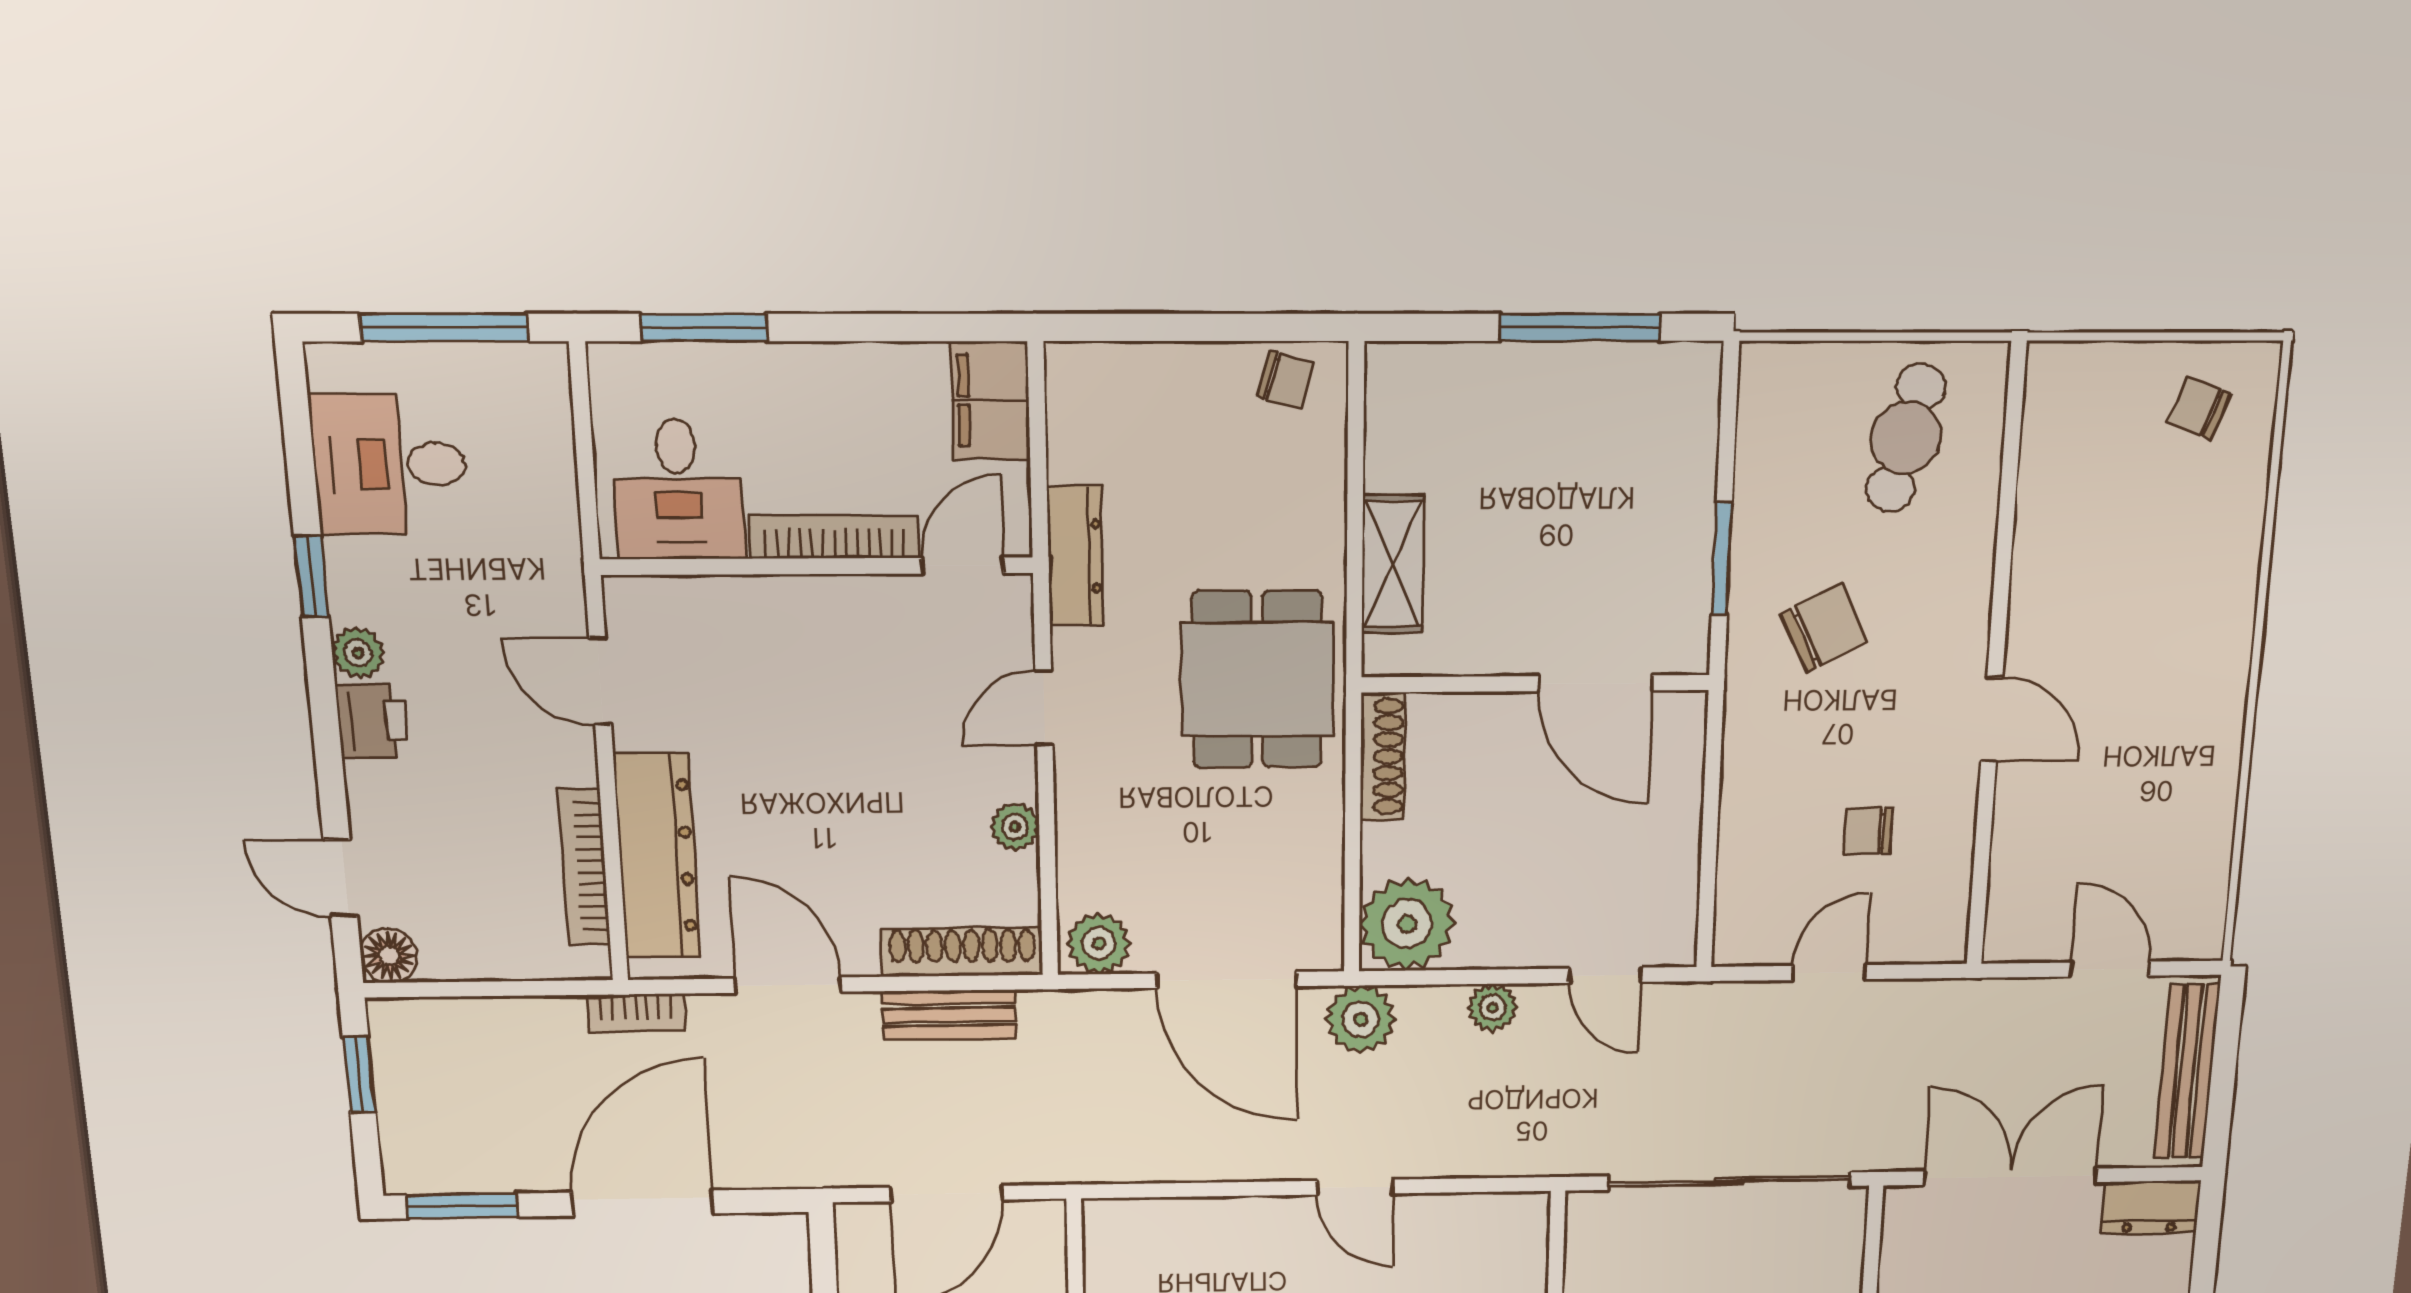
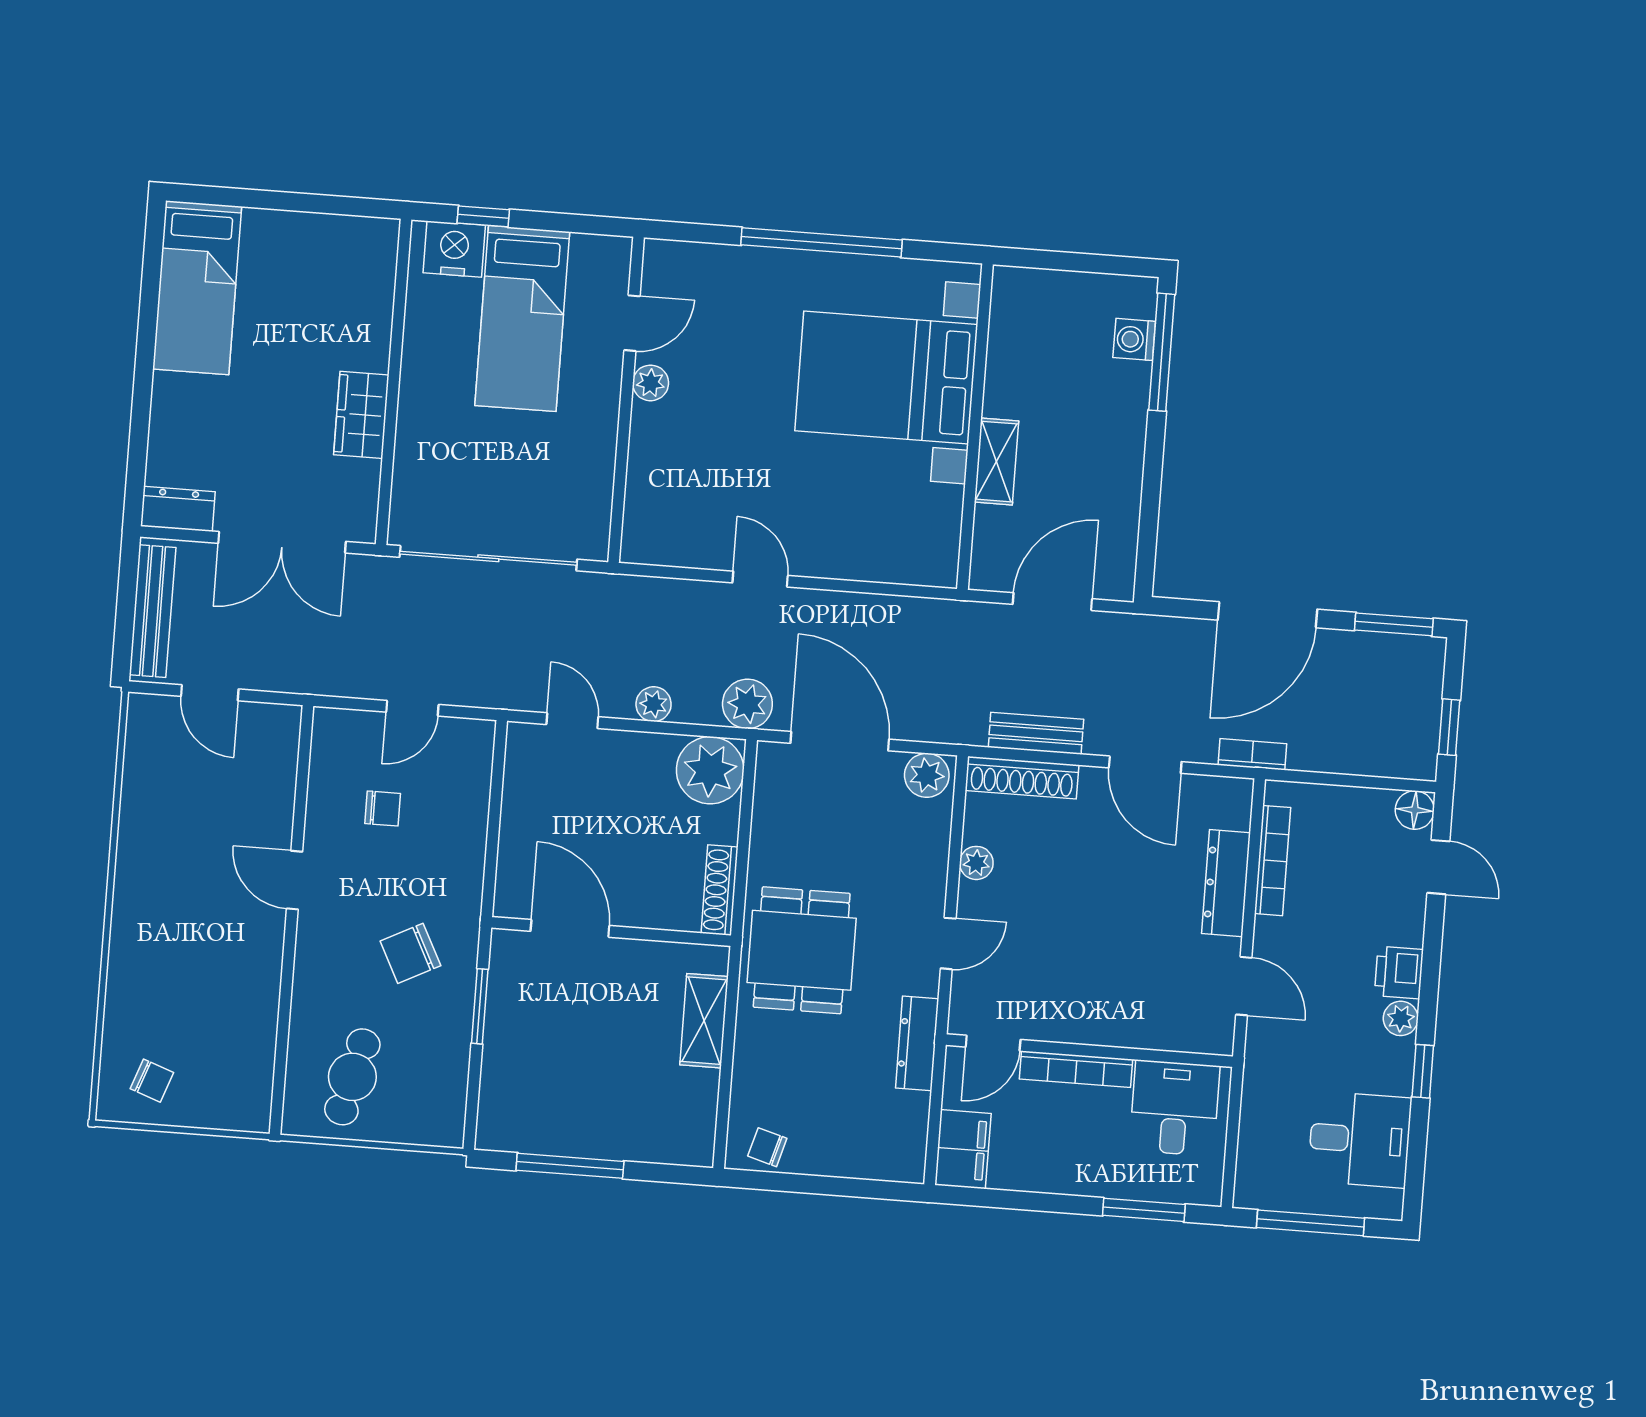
dresser: (657, 856) -> (1226, 883), width x0.73, depth x0.80

